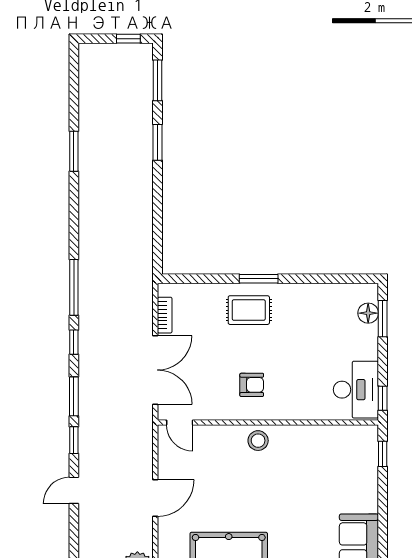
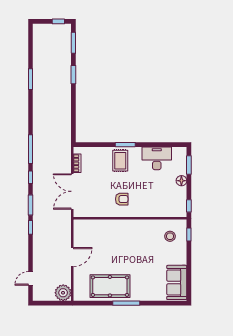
rug: (249, 310) -> (120, 161), turned 90
floor lamp: (368, 313) -> (181, 181), moved
double door: (155, 370) -> (72, 191), swing flipped
desk: (356, 390) -> (157, 158), moved, turned -90
door: (180, 422) -> (85, 218), removed
stool: (258, 441) -> (170, 236), moved
door: (74, 490) -> (30, 278), moved

